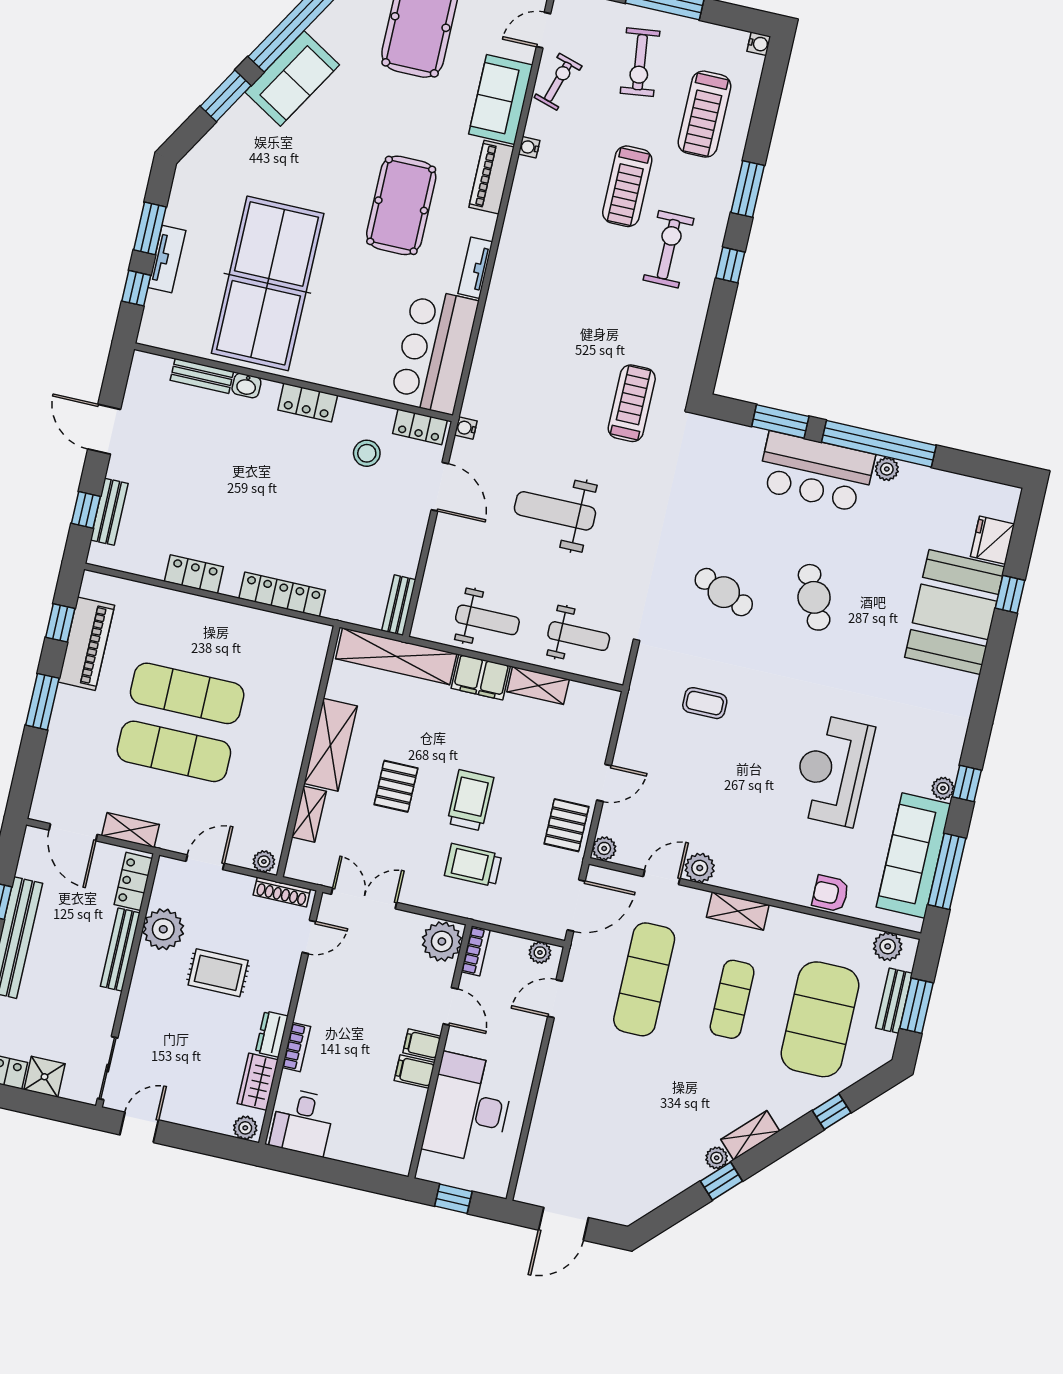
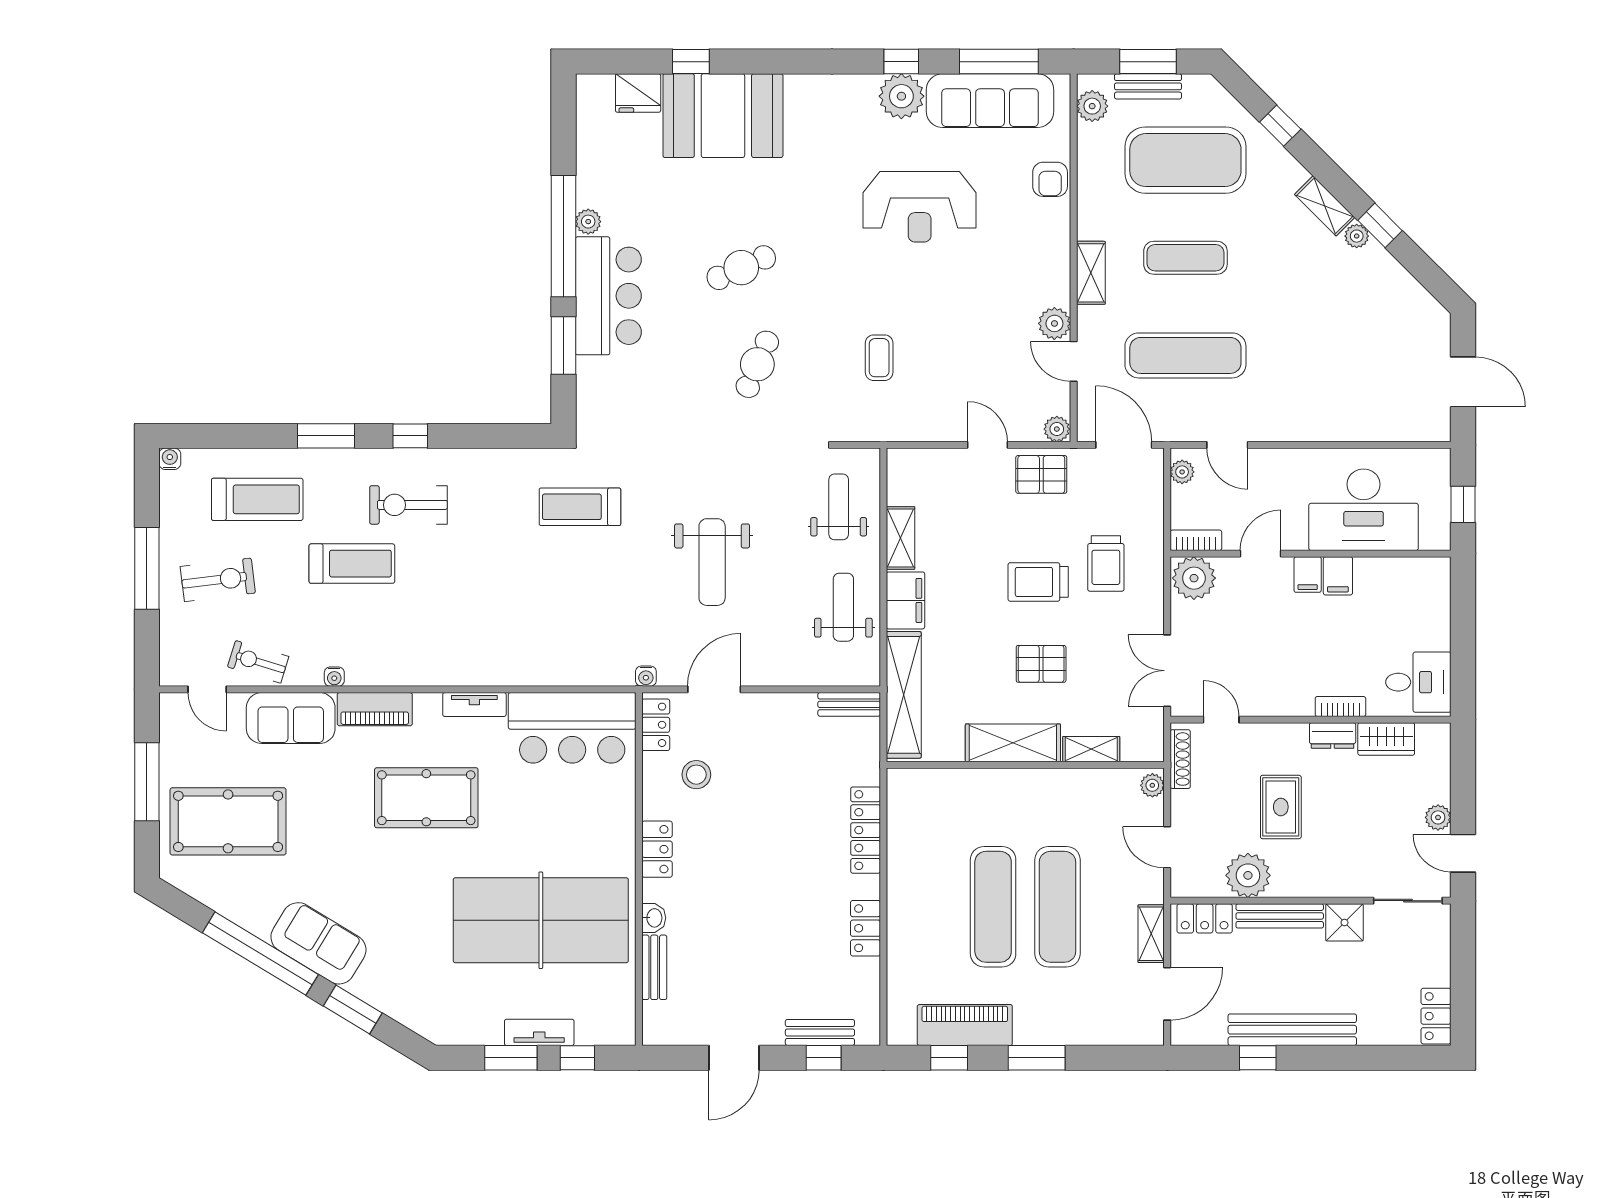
plant: (943, 788) -> (901, 96), width x1.87, depth x1.87
shower: (44, 1077) -> (1344, 922), moved
plant: (245, 1128) -> (1438, 817), moved

